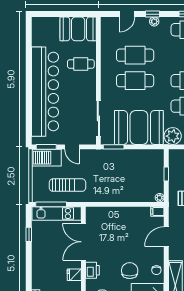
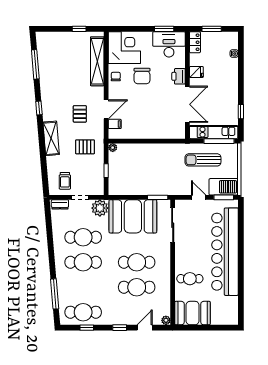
plant: (154, 21) -> (166, 320), moved
filing cabinet: (157, 211) -> (115, 124), moved

